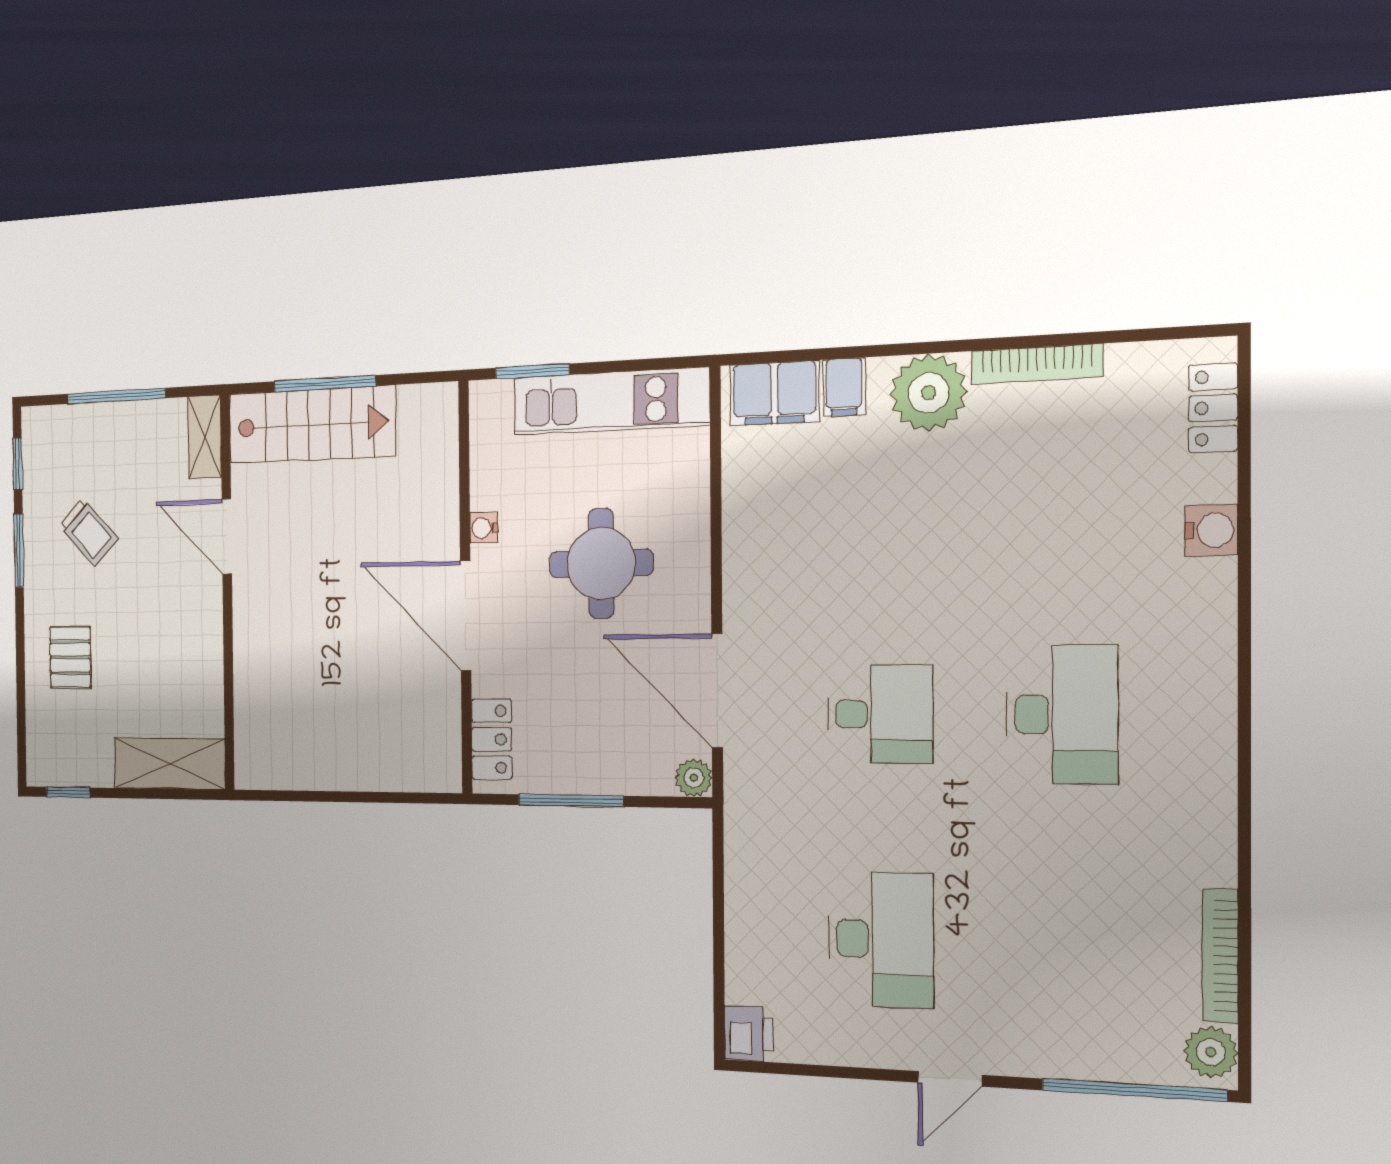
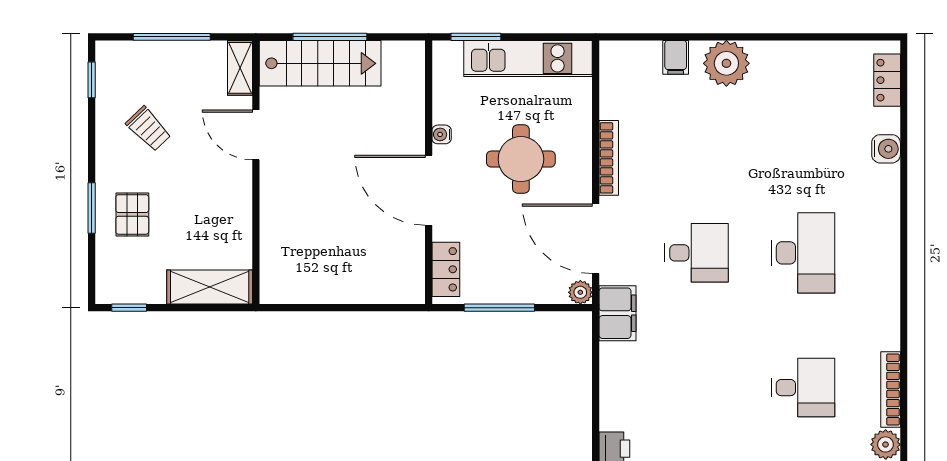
bookcase: (1037, 364) -> (609, 158), moved, turned -90
filing cabinet: (774, 393) -> (618, 313), moved, turned -90
window: (19, 551) -> (92, 208), moved
desk: (881, 939) -> (803, 388), moved, width x0.73

